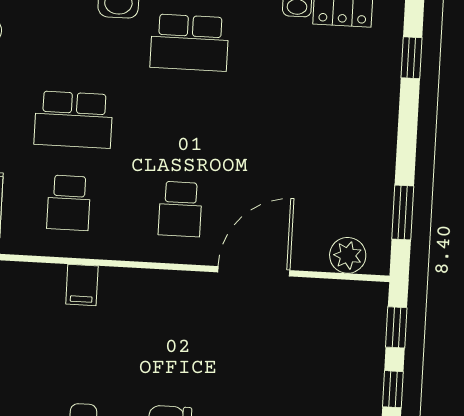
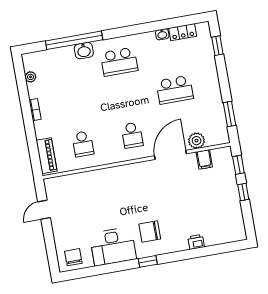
school desk: (73, 120) -> (175, 90), moved
plant: (348, 255) -> (197, 141), moved
filing cabinet: (82, 285) -> (204, 159), moved

